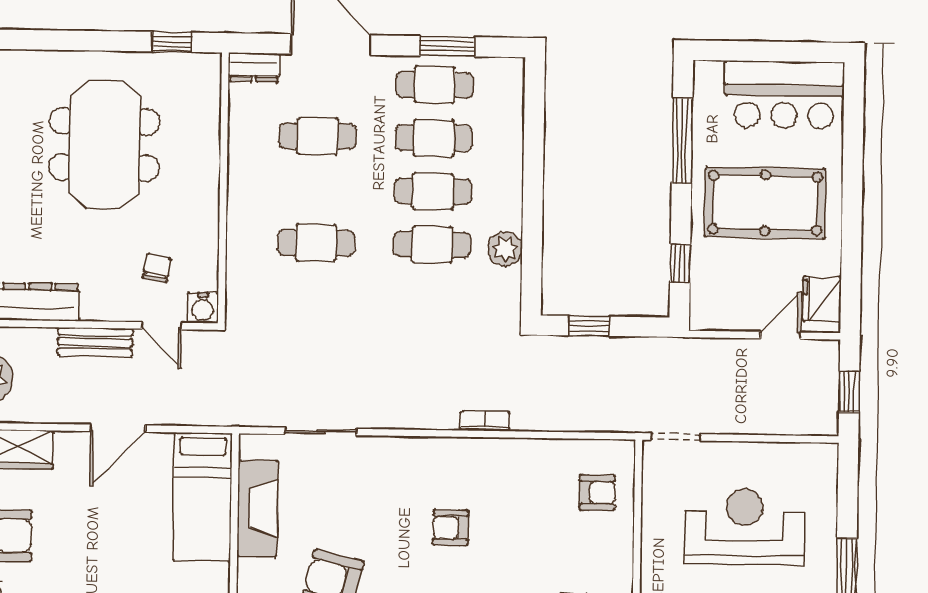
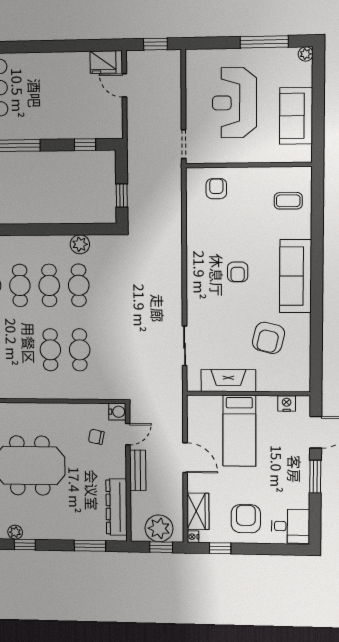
cafe table: (318, 136) -> (50, 350), moved
pool table: (765, 203) -> (50, 97), removed
bookcase: (485, 421) -> (177, 254), removed
bed: (202, 497) -> (239, 431), moved, turned 90

